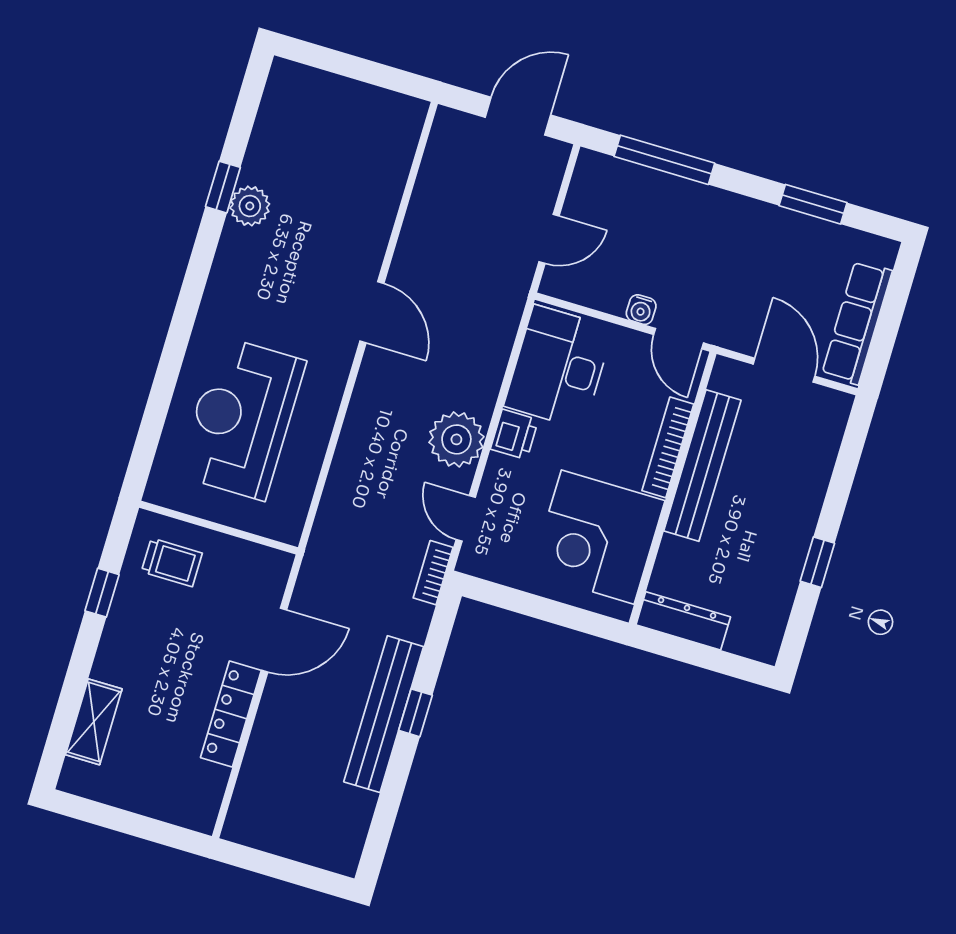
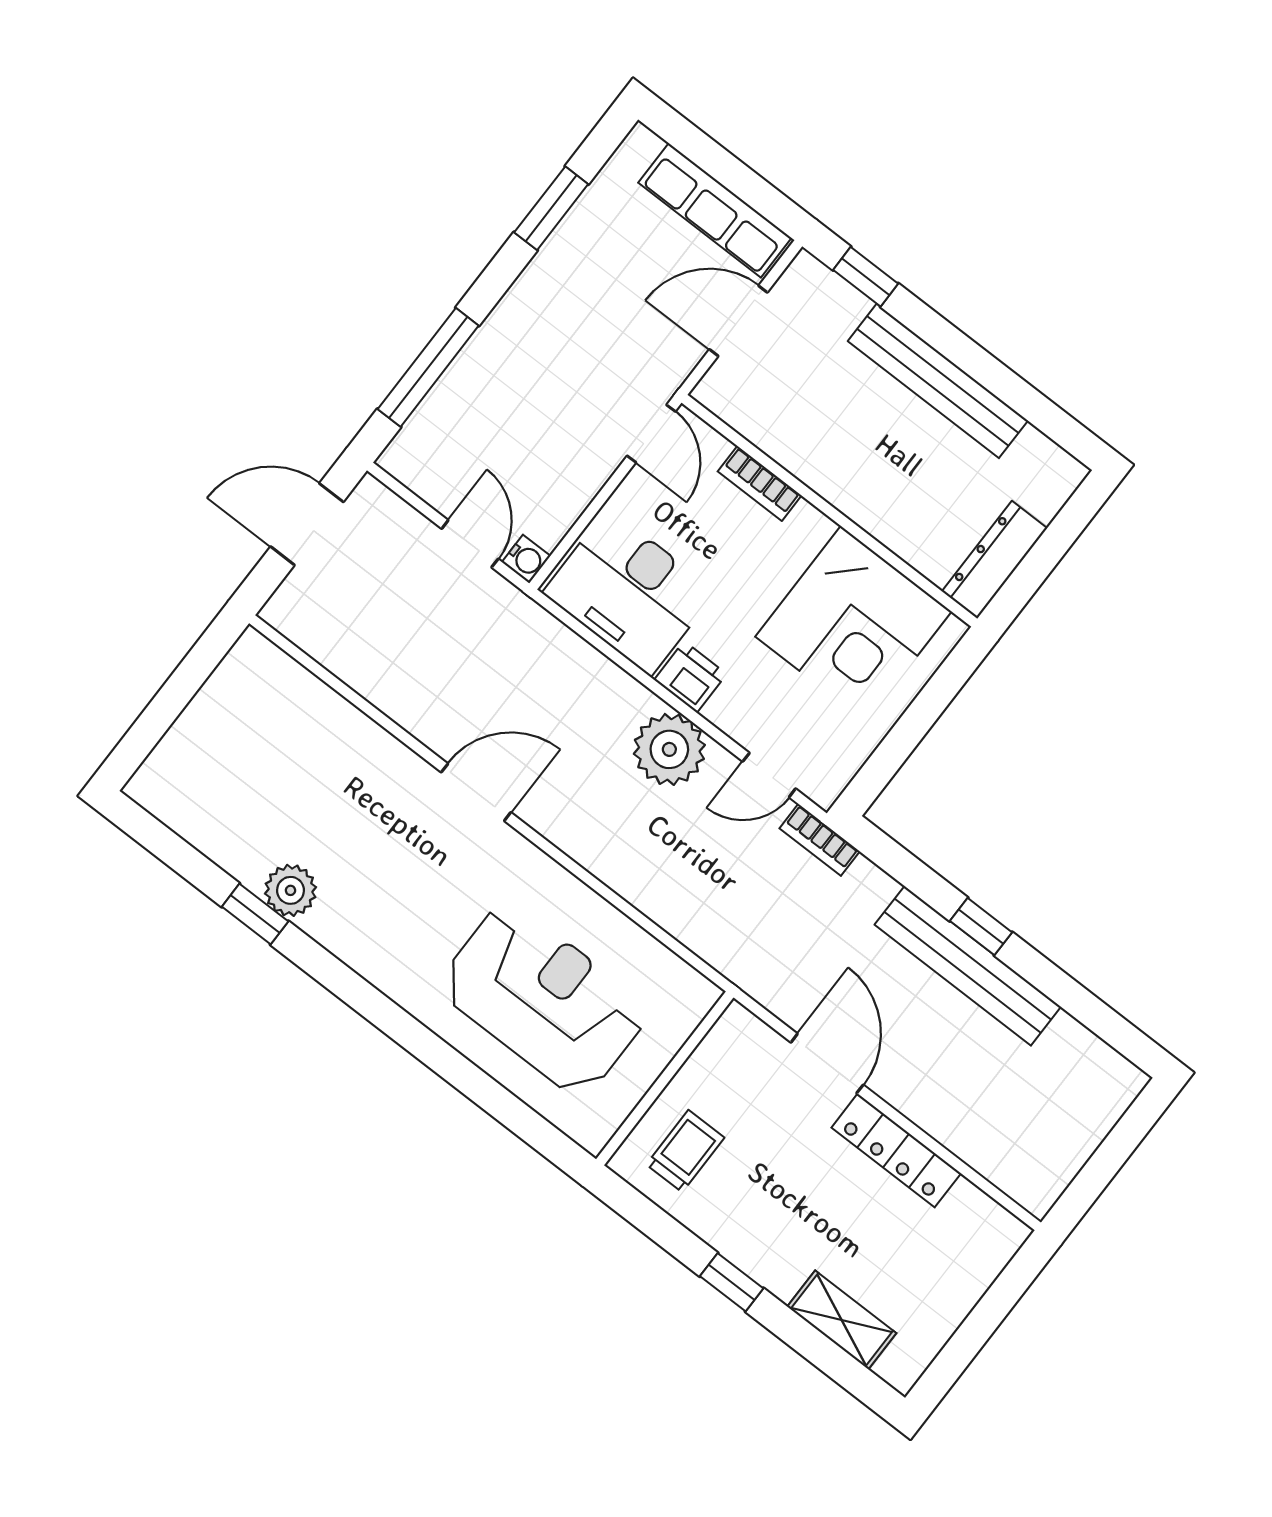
door: (518, 116) -> (307, 524), hinge flipped
water cooler: (641, 310) -> (526, 559), moved
door: (679, 339) -> (651, 434), hinge flipped
reception desk: (242, 418) -> (543, 999), turned 180
bookcase: (668, 447) -> (760, 483), width x0.64
bench: (702, 466) -> (938, 381), moved
window: (817, 562) -> (866, 277), moved
window: (102, 593) -> (732, 1282), moved

